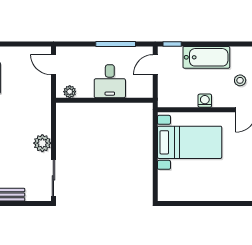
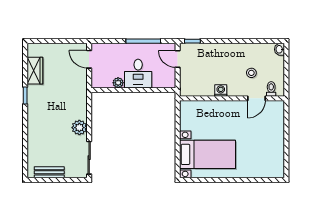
bathtub: (206, 57) -> (222, 53), removed
door: (155, 64) -> (178, 59), hinge flipped
plant: (70, 92) -> (118, 83), moved
bed with nightstands: (190, 142) -> (208, 154), moved

